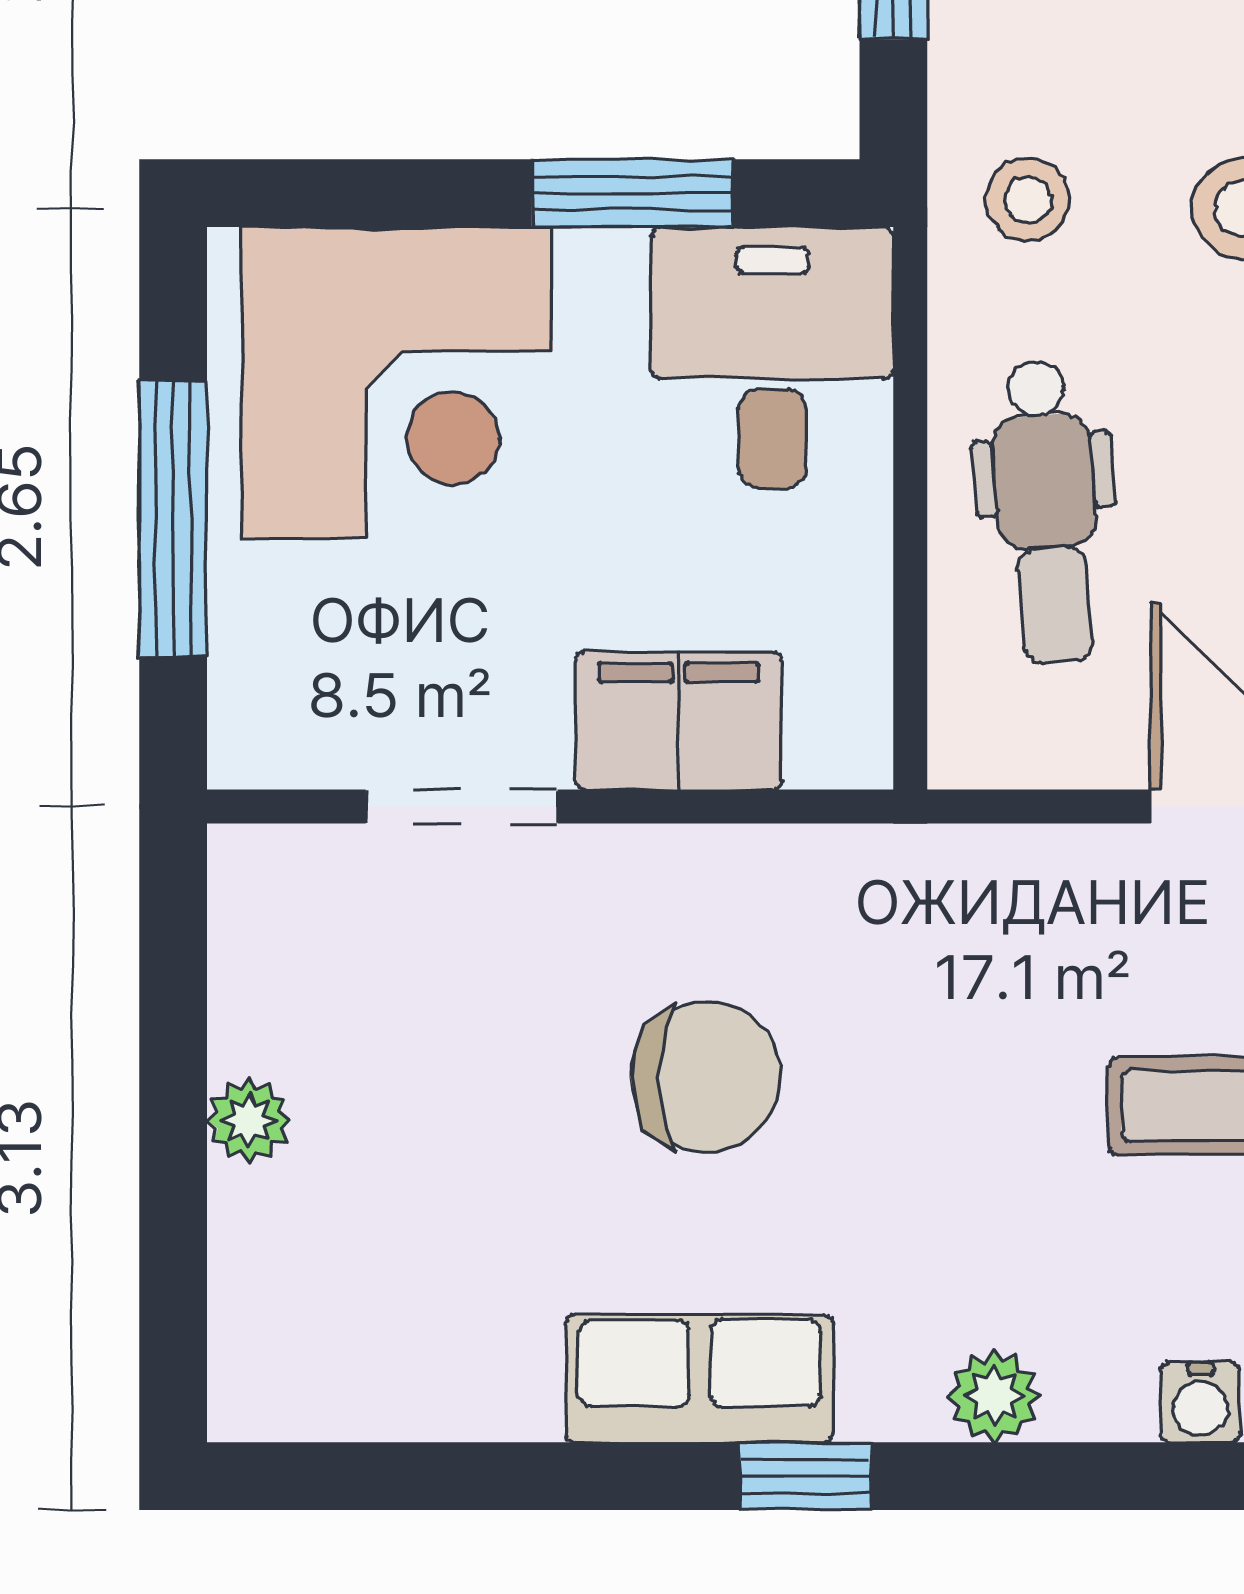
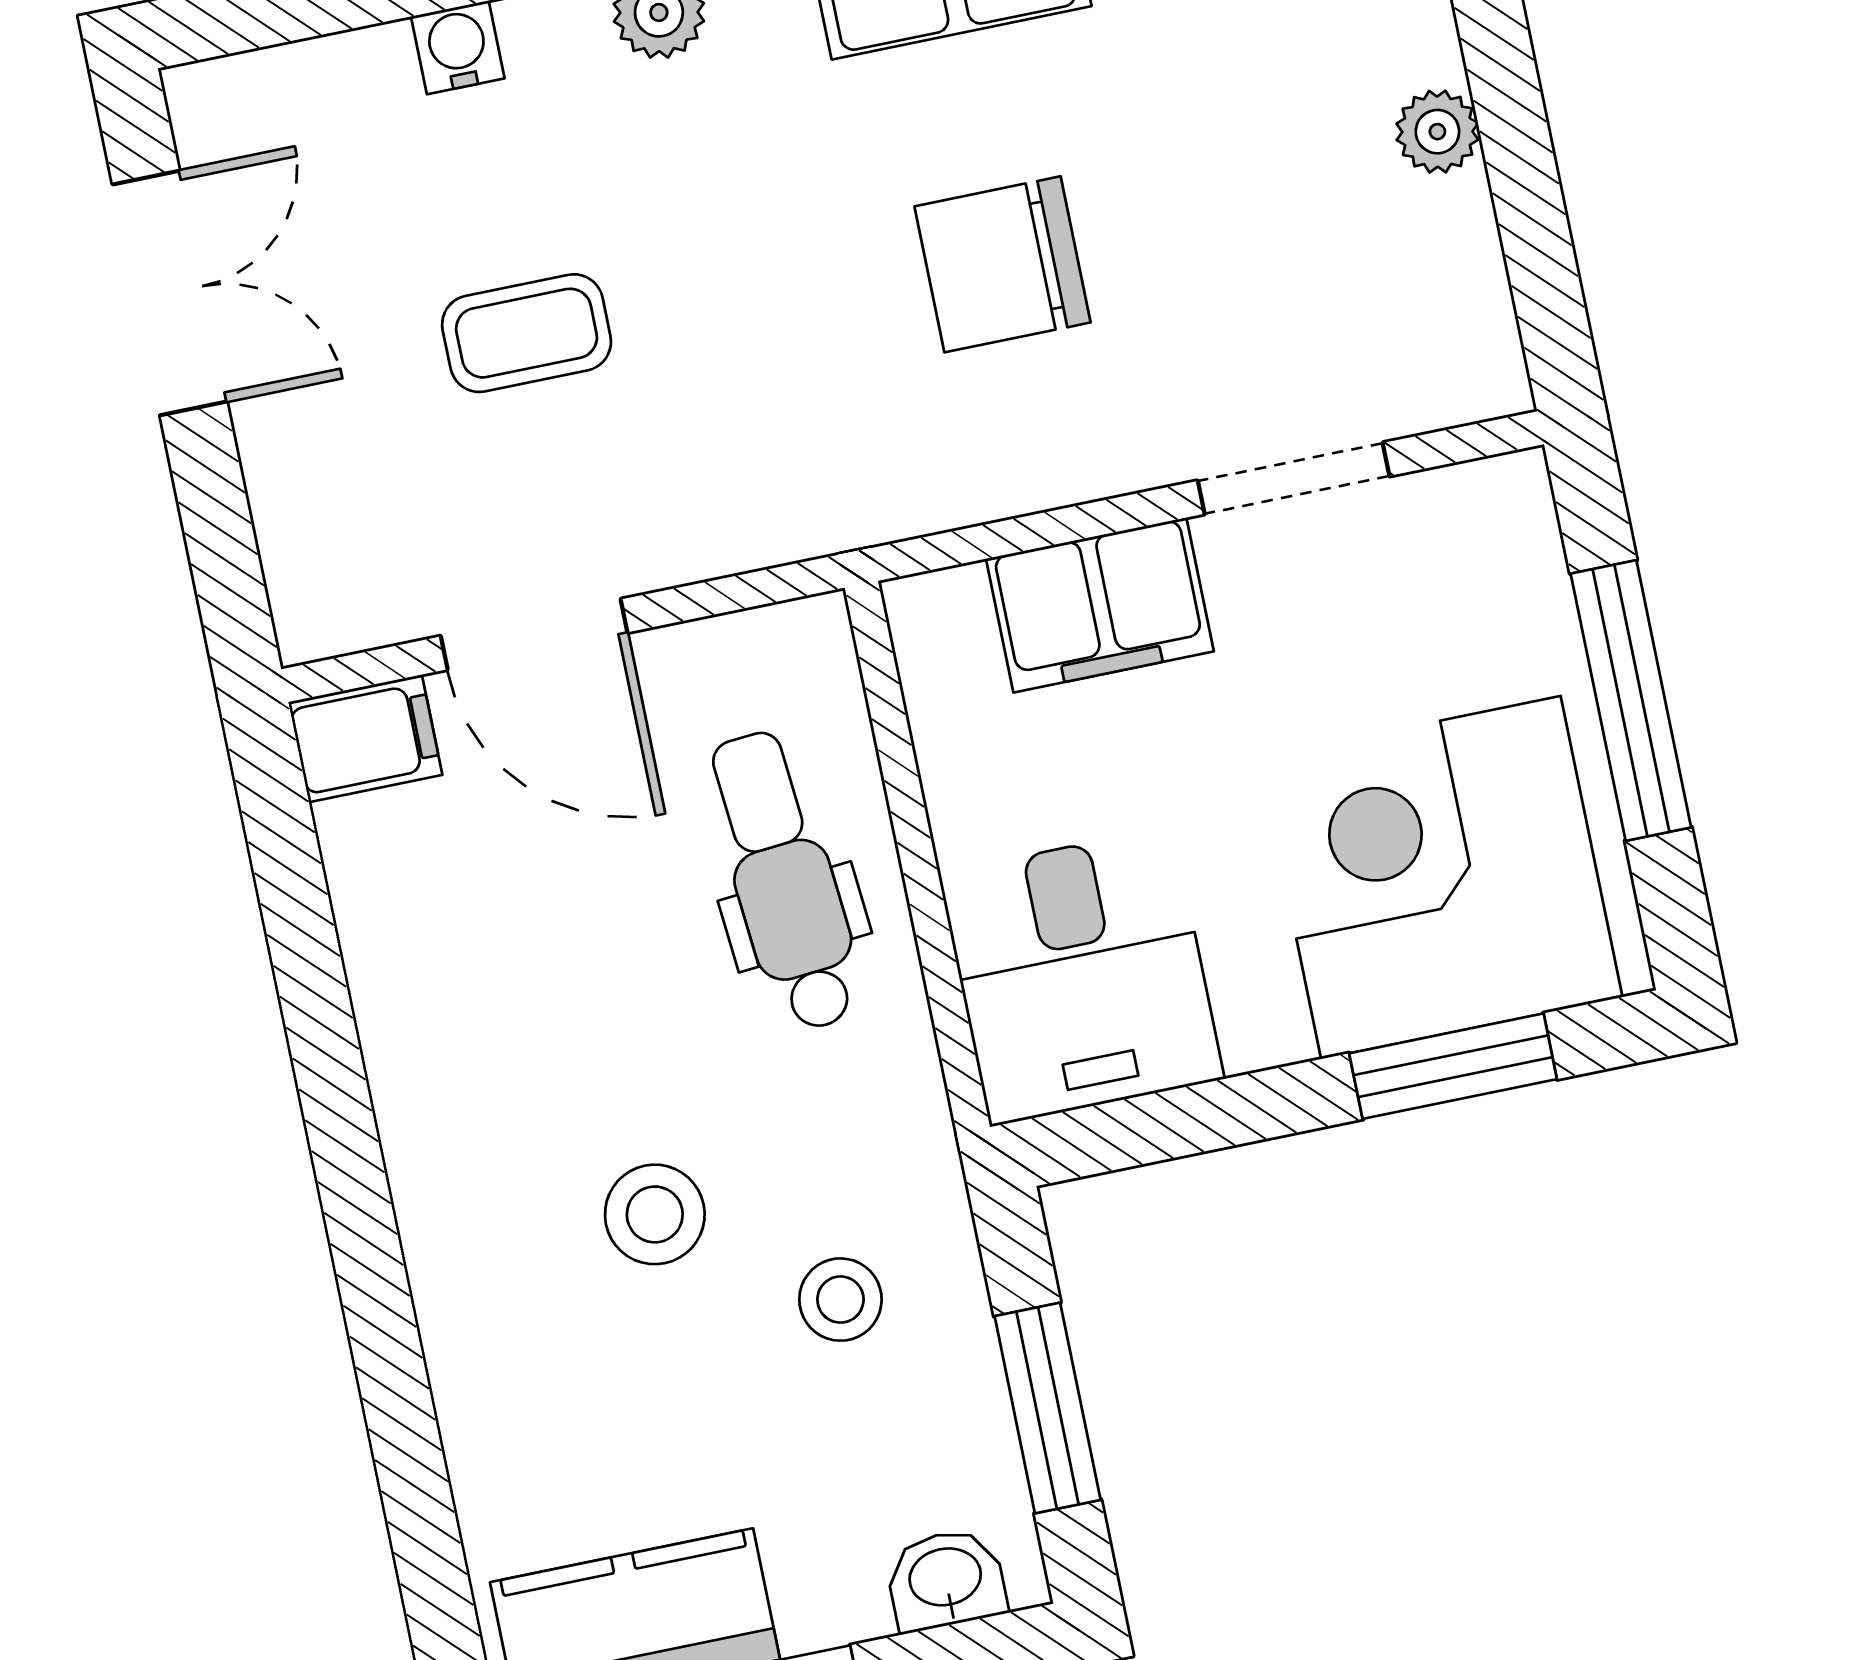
window: (632, 193) -> (1453, 1066), moved
stool: (1028, 199) -> (840, 1300), moved

